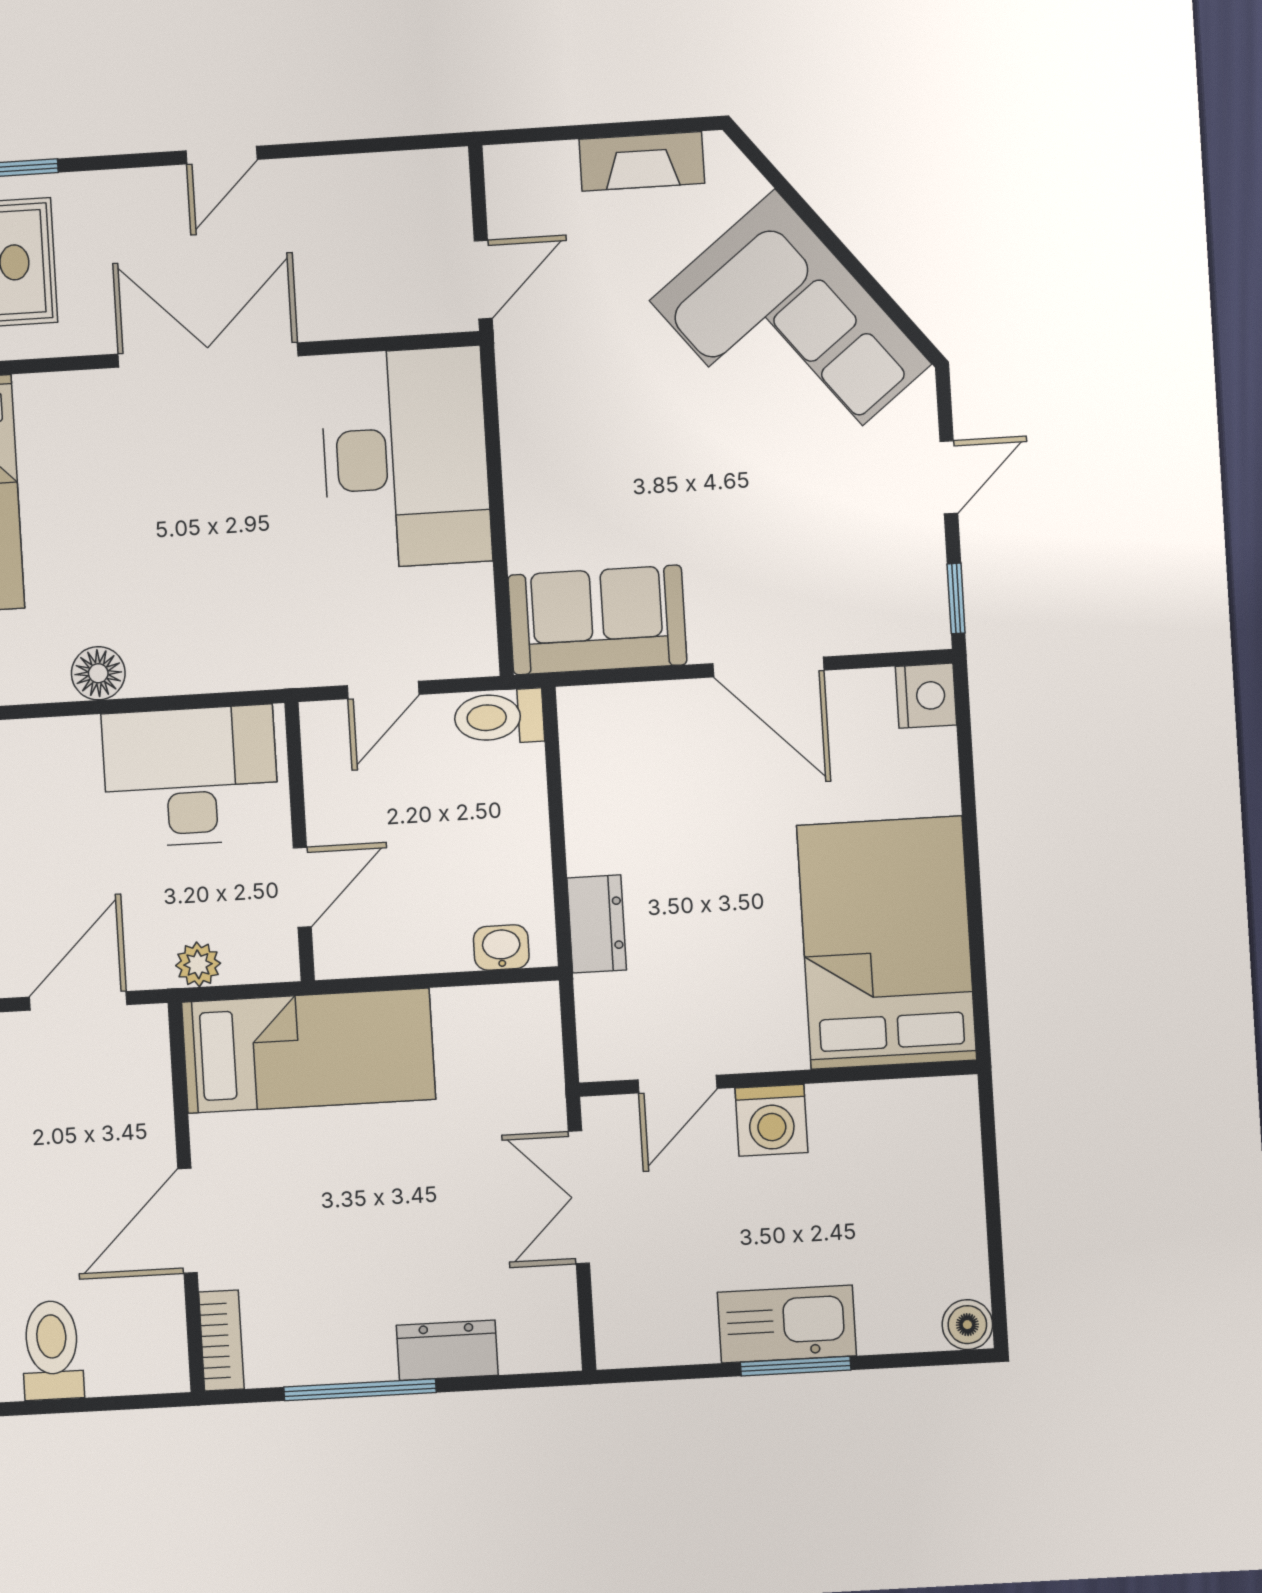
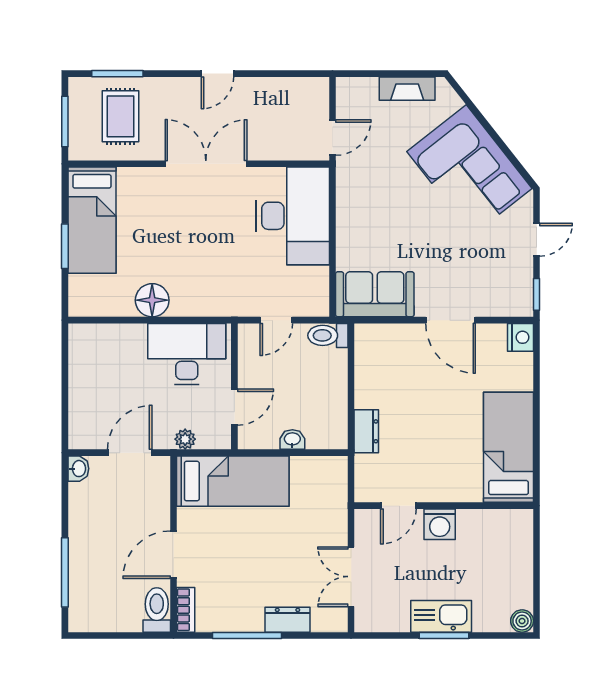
floor lamp: (98, 673) -> (152, 300), width x1.38, depth x1.38
bed: (887, 943) -> (509, 447), width x0.67
washbasin: (501, 948) -> (292, 439), moved
double door: (579, 1197) -> (351, 577), moved
toilet: (52, 1350) -> (157, 610), moved

